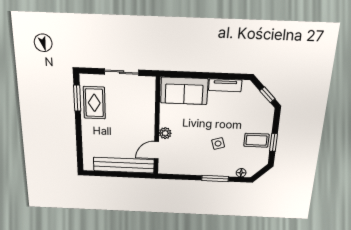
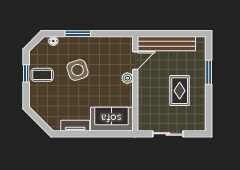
window: (267, 95) -> (37, 119), removed
window: (77, 98) -> (209, 72), moved
rug: (94, 103) -> (180, 91), moved
side table: (218, 144) -> (78, 70), width x1.87, depth x1.87

